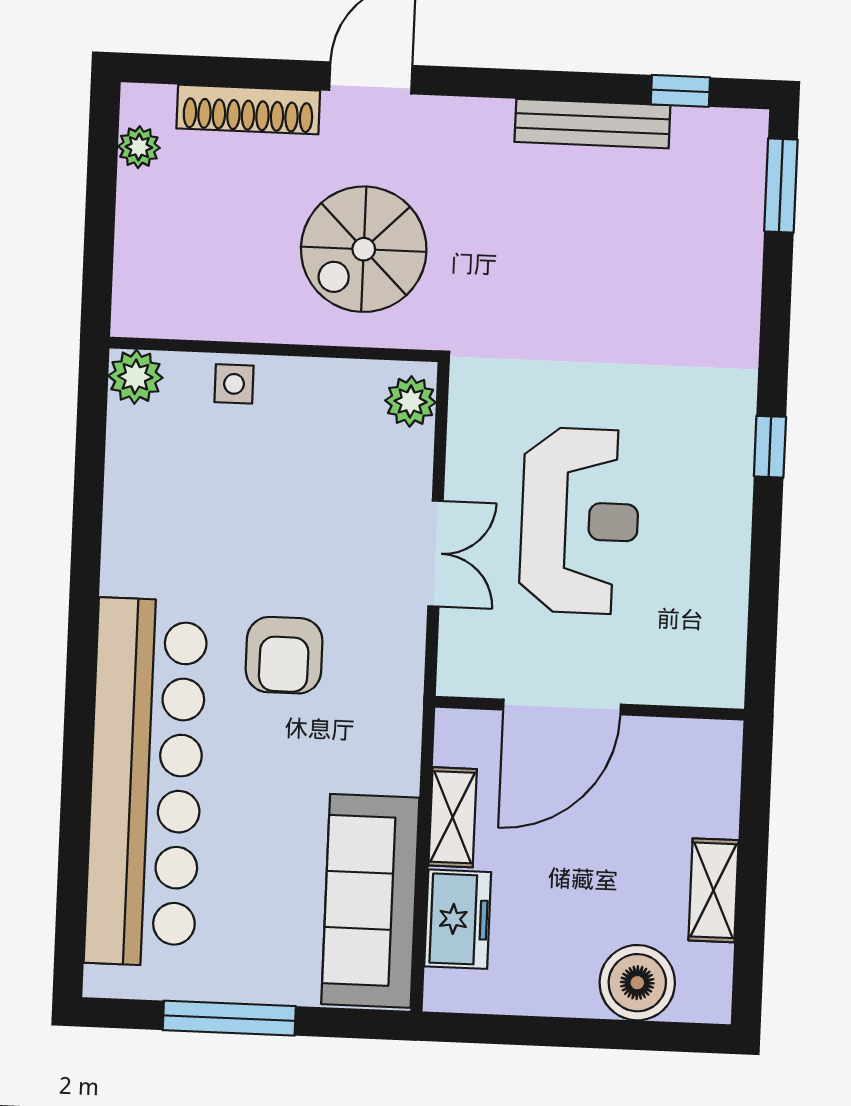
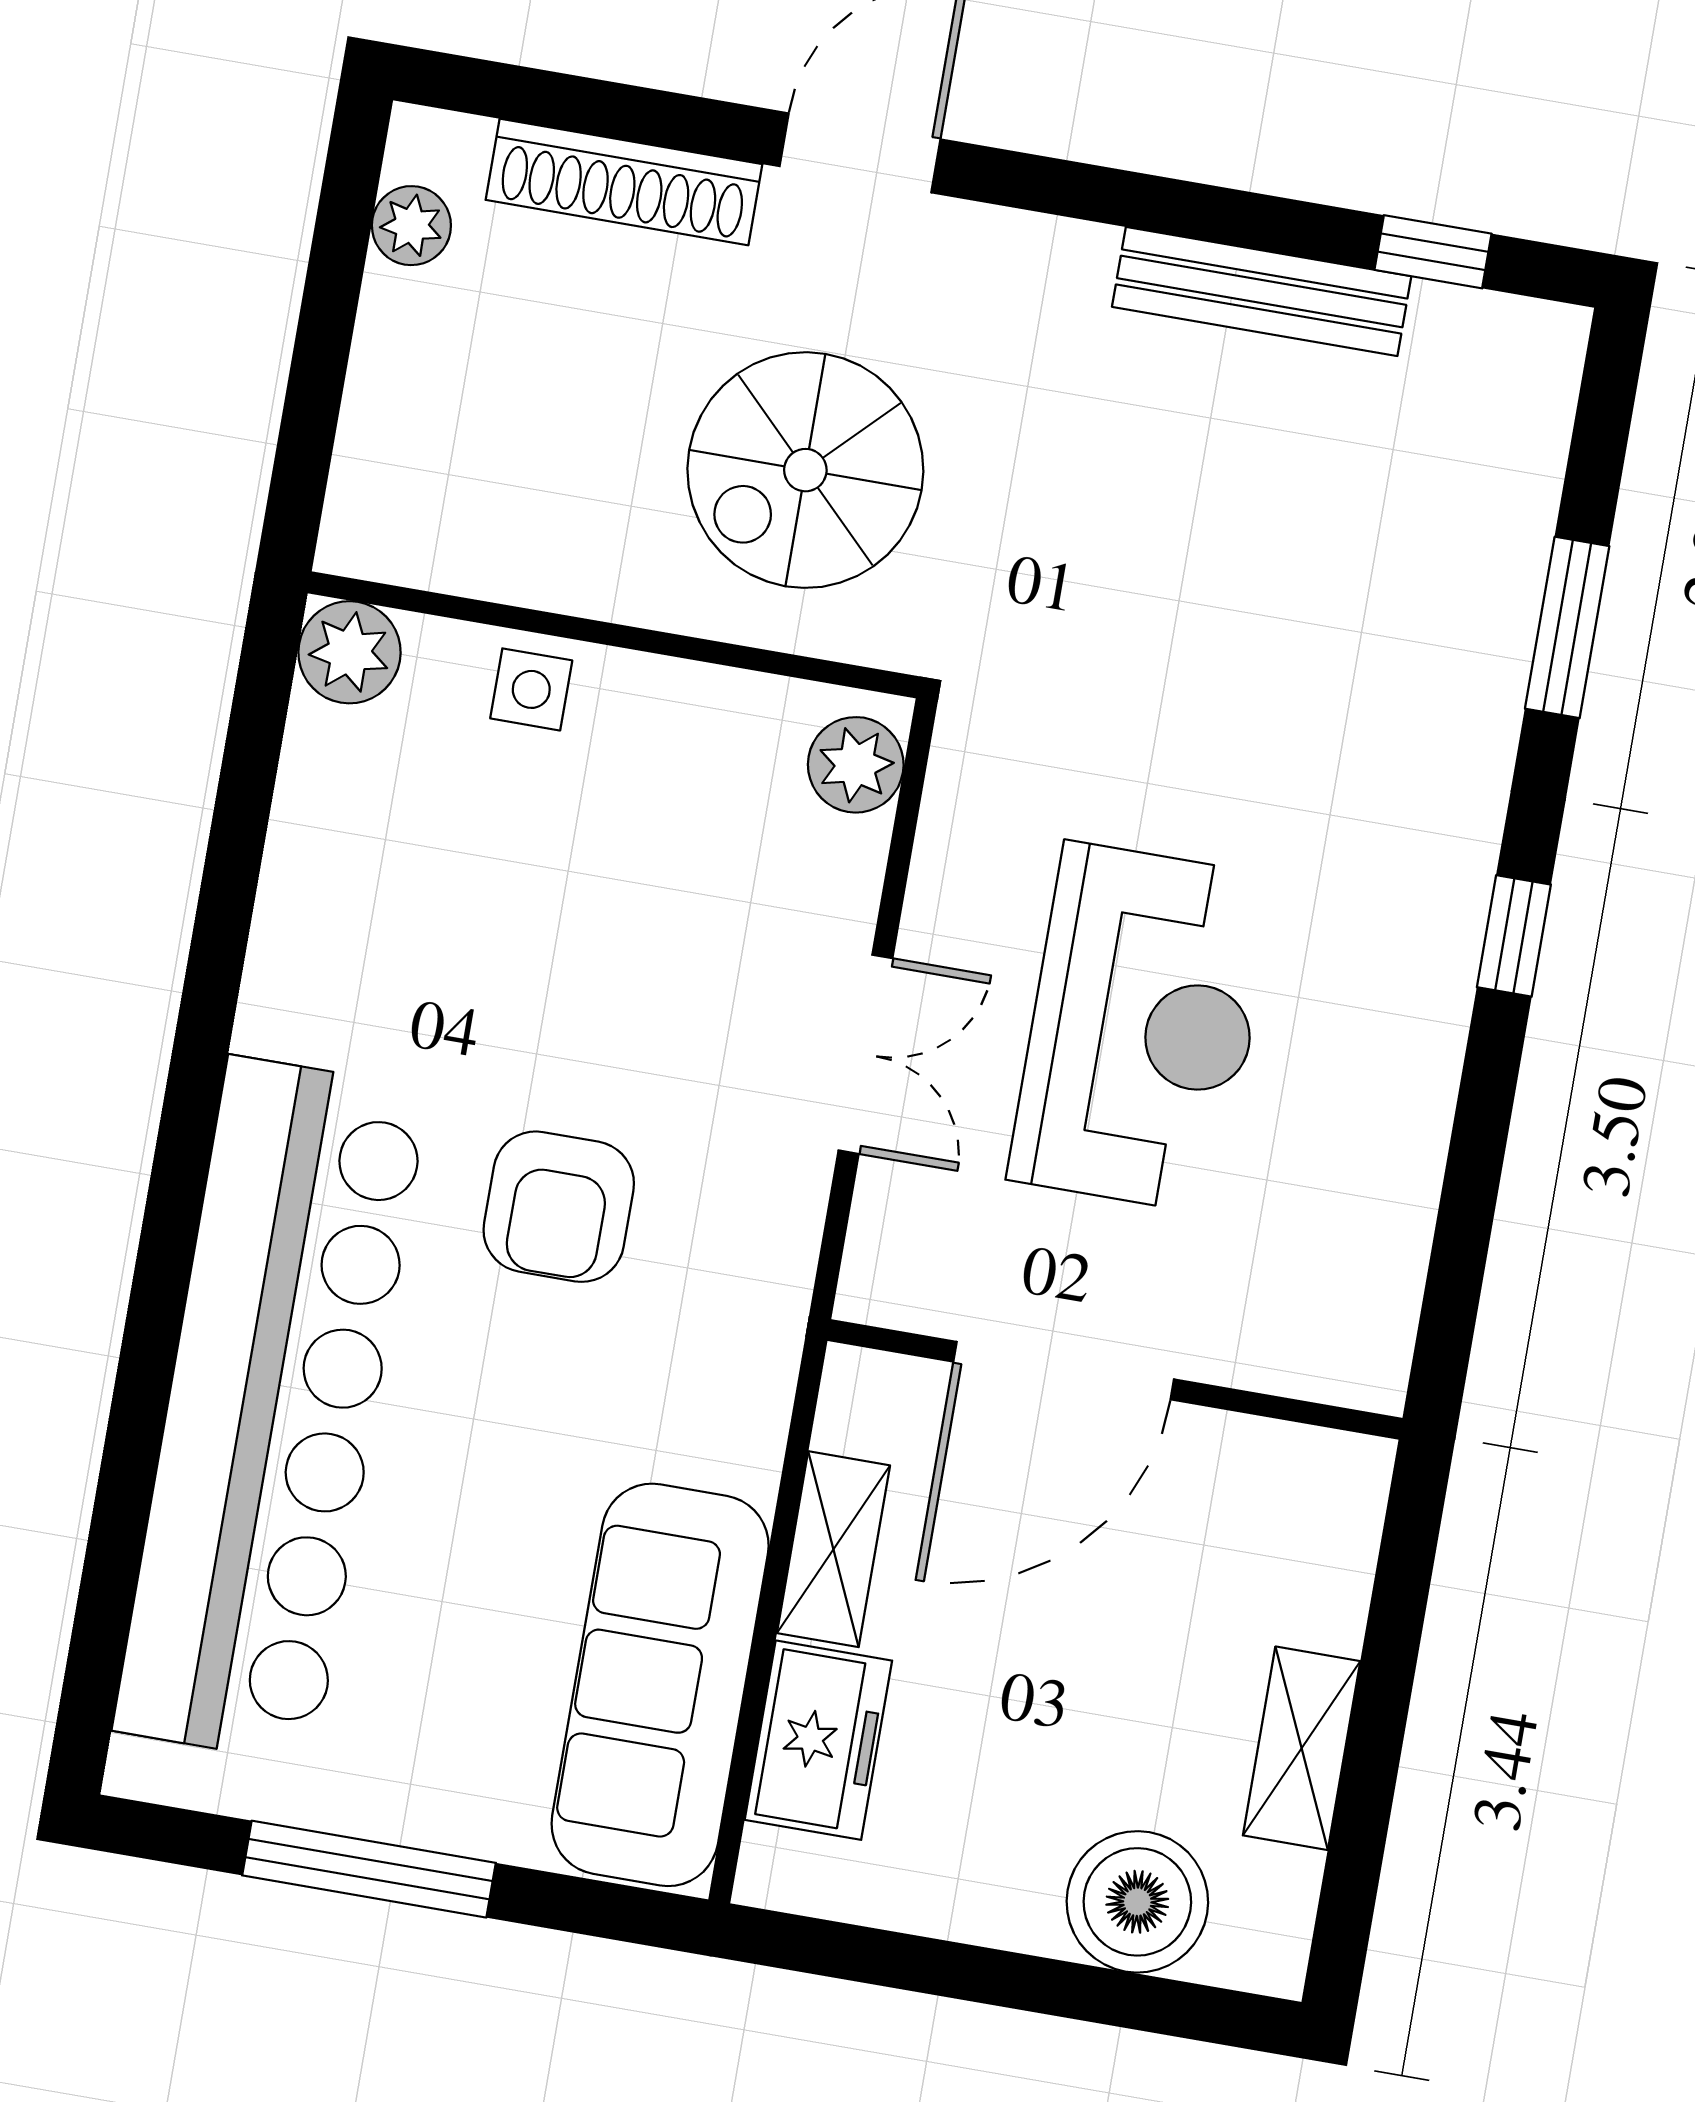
window: (781, 185) -> (1567, 627), moved

